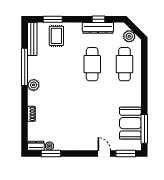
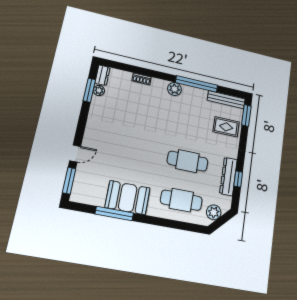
window: (53, 19) -> (246, 115), moved
booth: (130, 123) -> (128, 198), moved
window: (144, 129) -> (114, 214), moved

